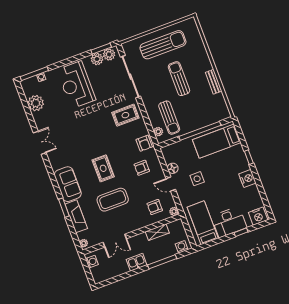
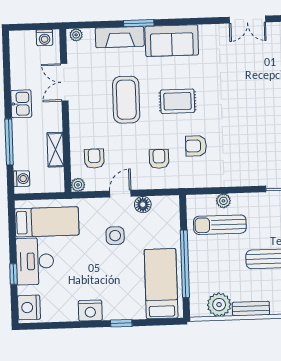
plant: (218, 102) -> (219, 305), added
rug: (125, 115) -> (245, 161), removed
plant: (158, 132) -> (223, 201), moved
armchair: (144, 143) -> (196, 146), moved

